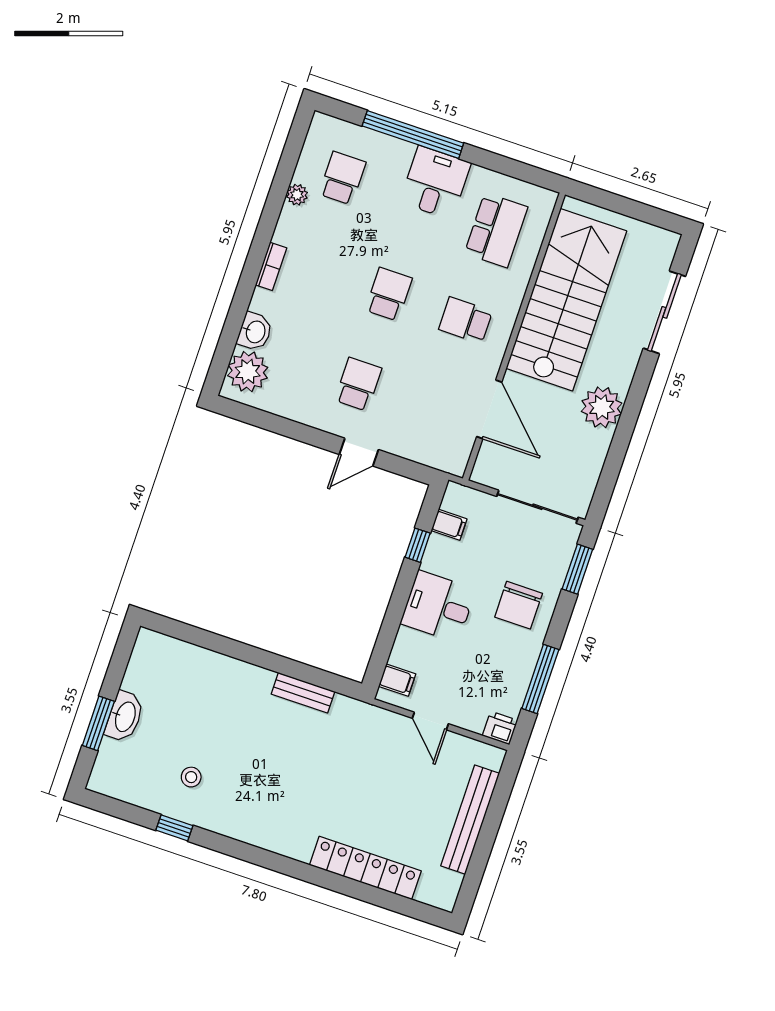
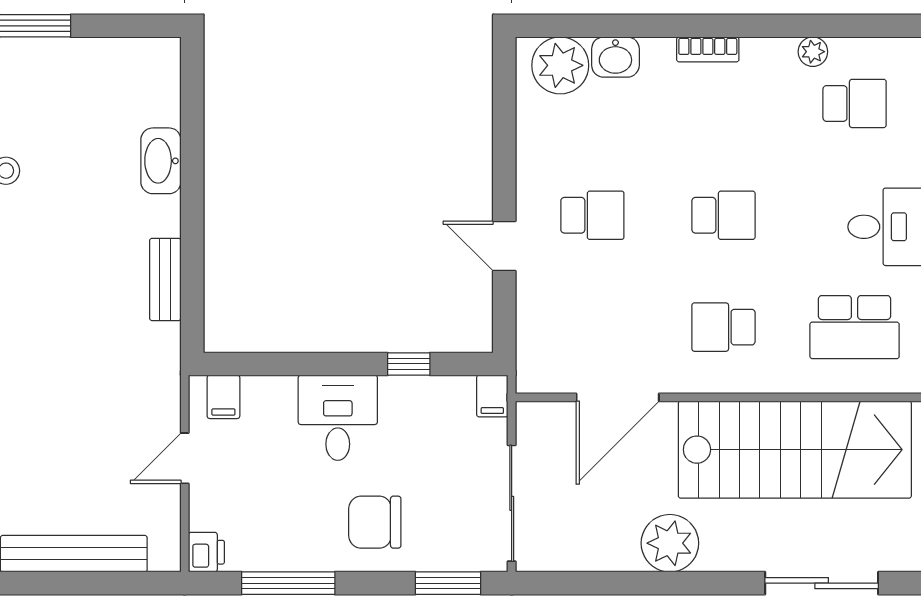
school desk: (466, 320) -> (723, 327), turned -90
filing cabinet: (449, 525) -> (492, 396), moved
washbasin: (125, 717) -> (161, 161), moved, turned 90

